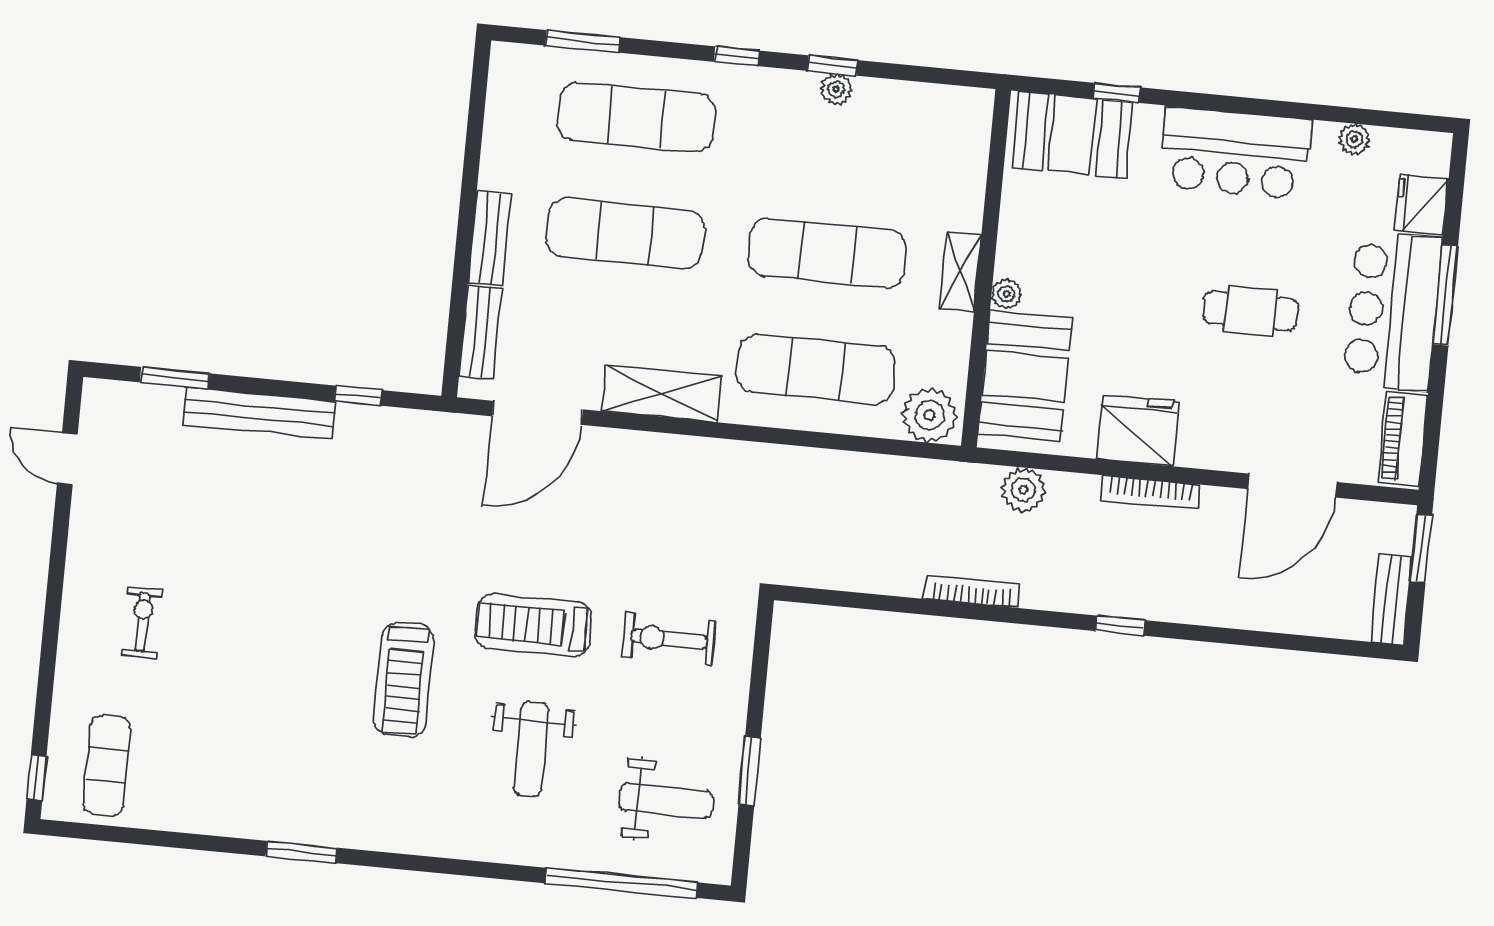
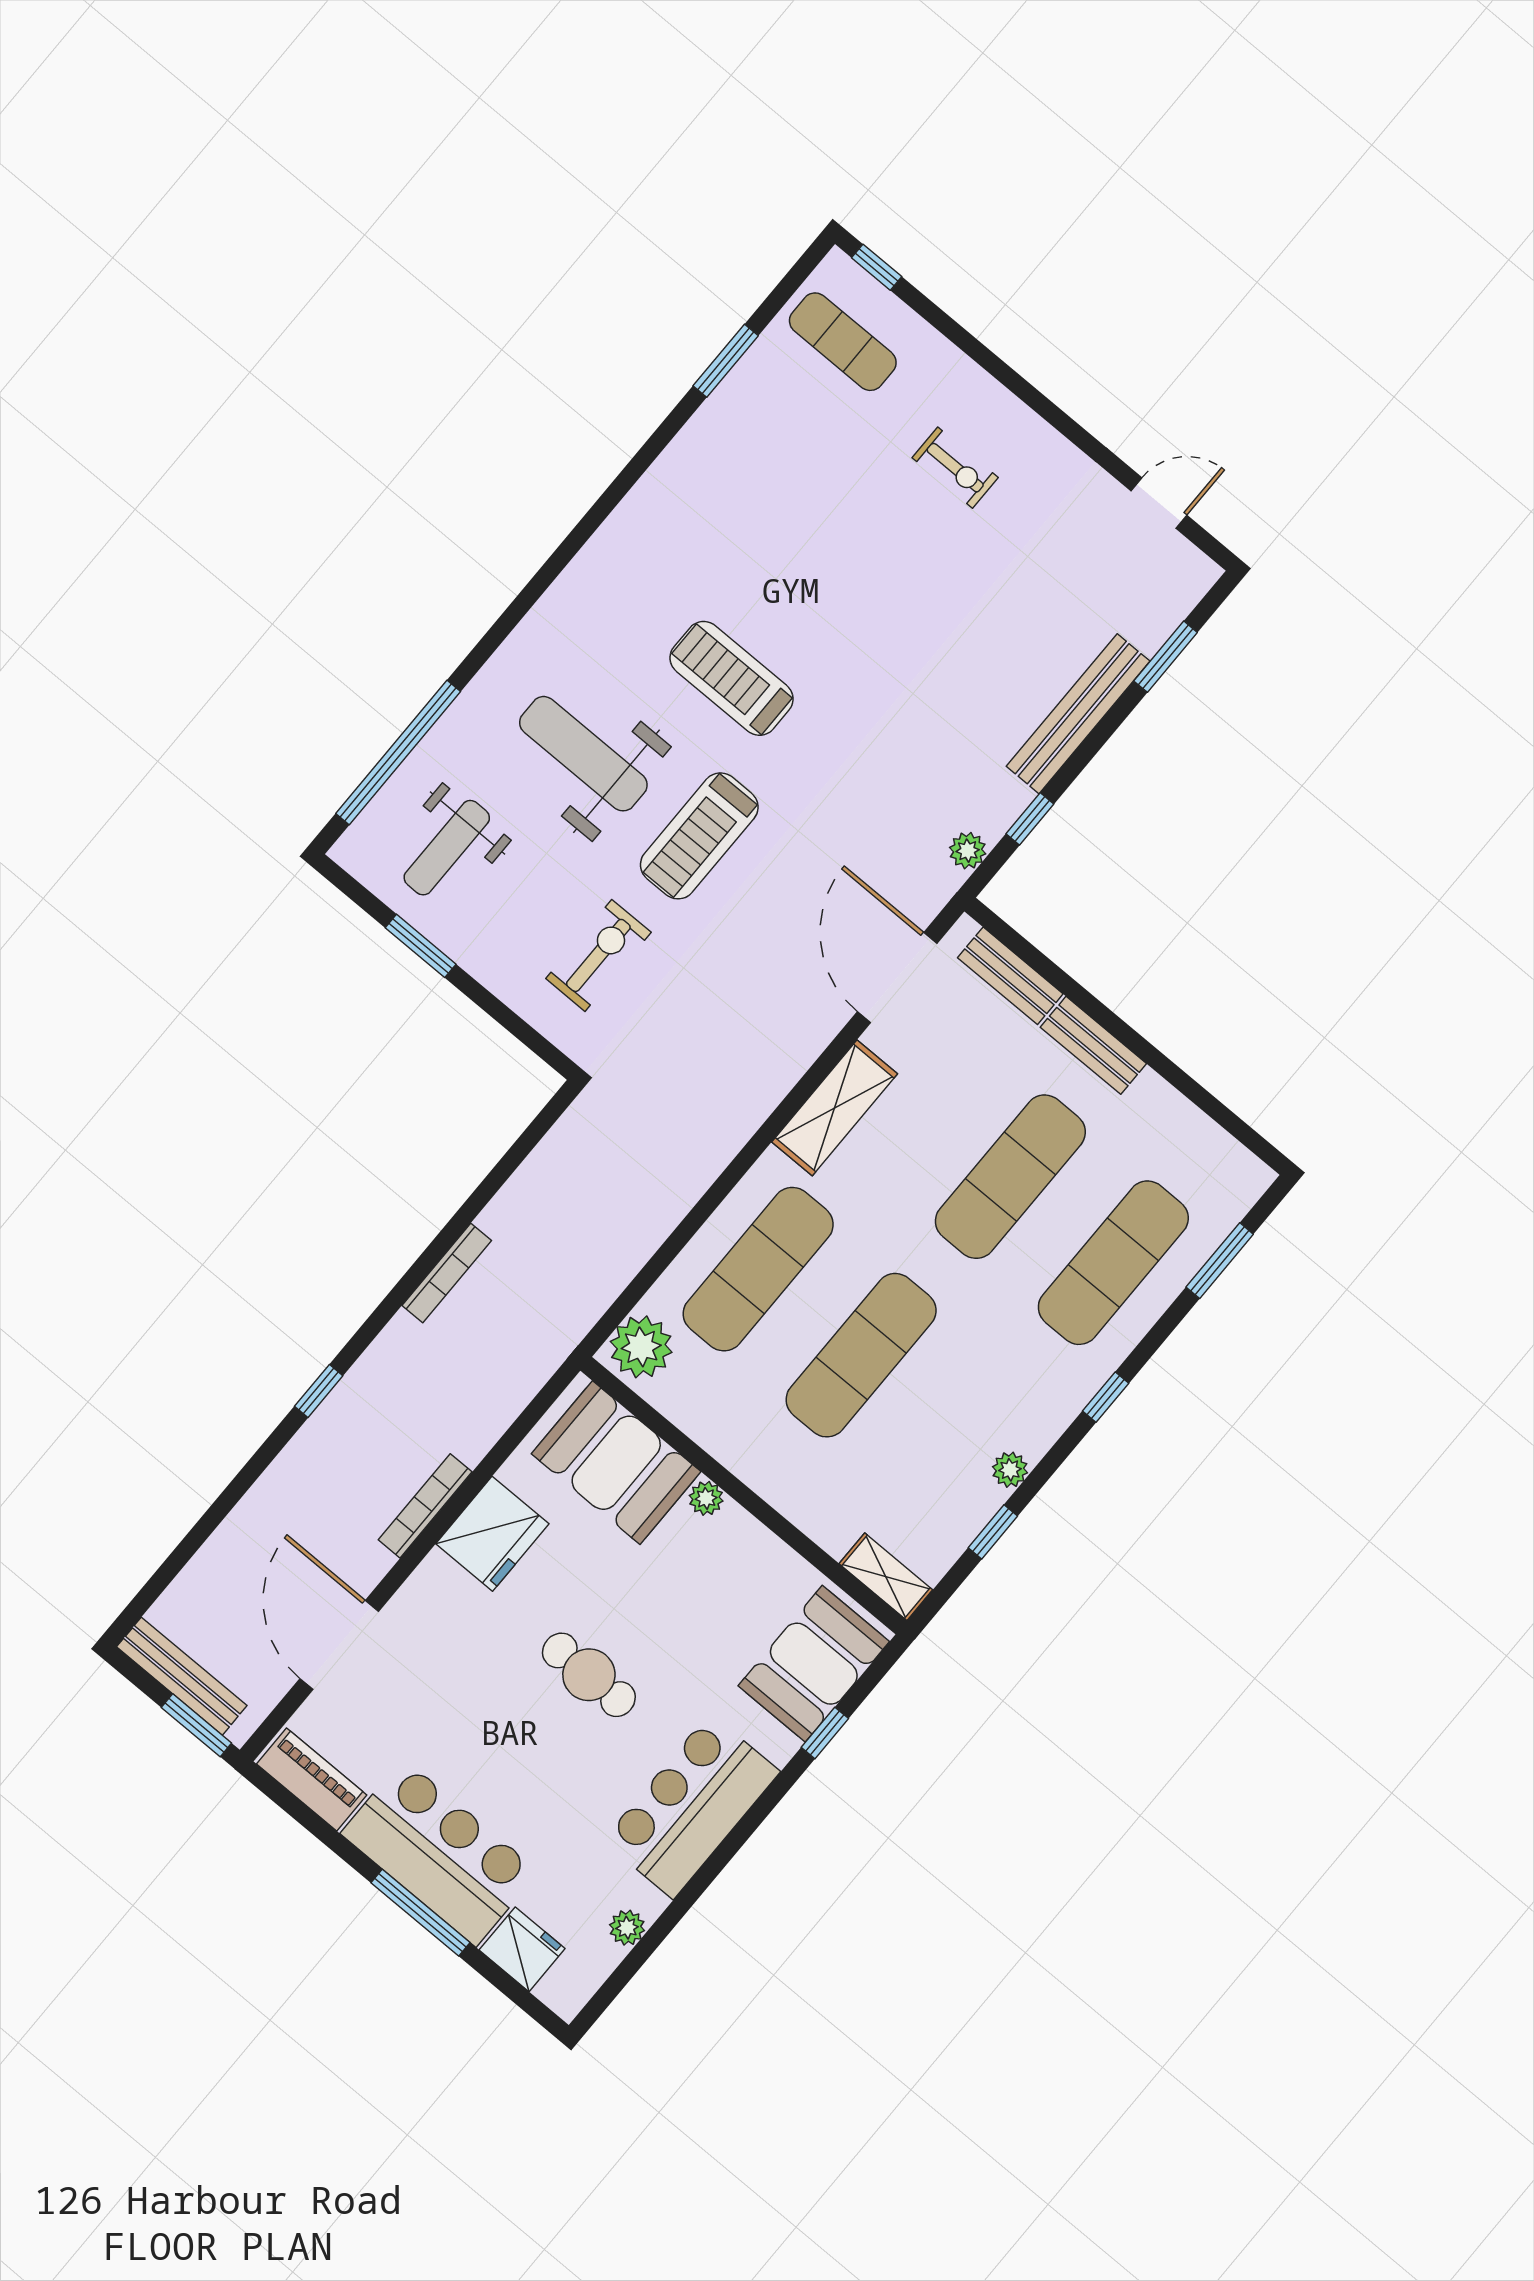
window: (833, 65) -> (993, 1532), moved
shelving: (960, 272) -> (886, 1577), moved
cafe table: (1251, 311) -> (589, 1675), moved, turned 90
plant: (1024, 490) -> (968, 851), moved, width x0.73, depth x0.73
bench: (1391, 599) -> (182, 1676), width x1.36
treadmill: (533, 625) -> (699, 836), turned 180
weight bench: (531, 749) -> (583, 754), width x1.36, depth x1.33
window: (301, 852) -> (726, 361), moved

